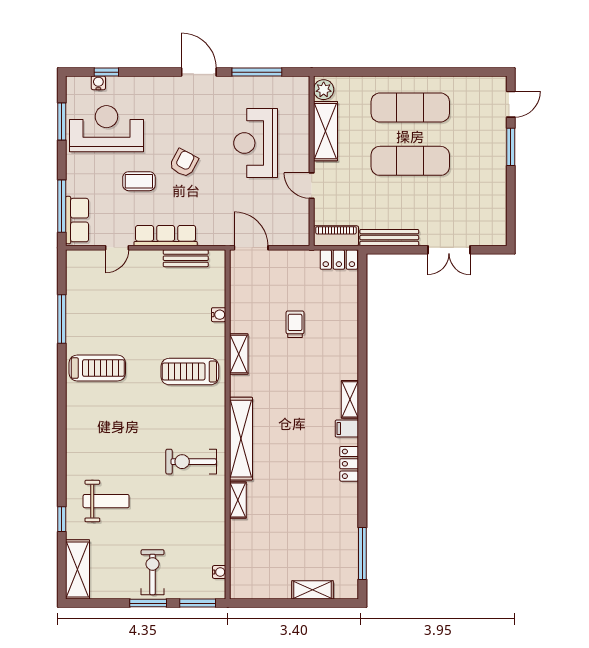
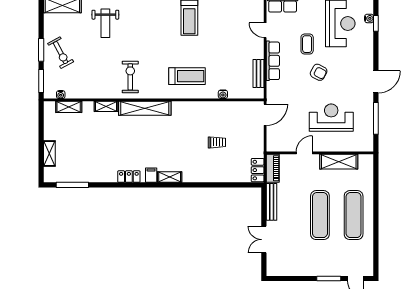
plant: (324, 90) -> (365, 160), removed
shelving: (239, 354) -> (69, 107), moved
treadmill: (190, 372) -> (187, 76), turned 90
exercise bike: (153, 572) -> (61, 53), turned 62

